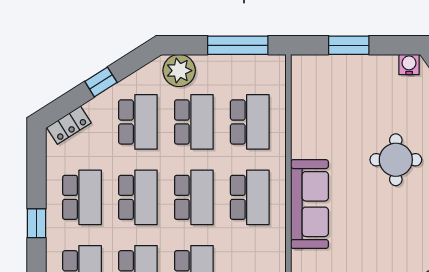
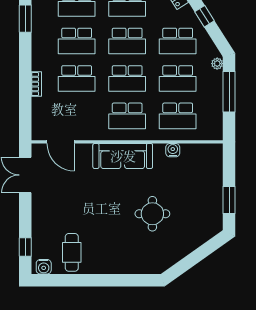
window: (238, 45) -> (229, 92), moved
window: (349, 45) -> (229, 200), moved
water cooler: (409, 65) -> (173, 150), moved, turned -90
plant: (179, 71) -> (217, 64), width x0.53, depth x0.53

